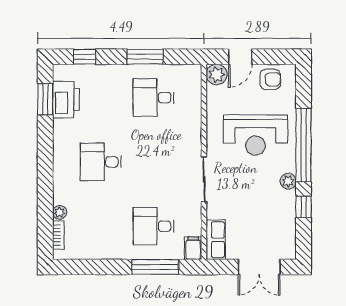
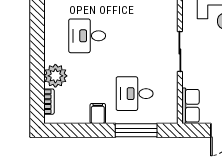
plant: (60, 212) -> (55, 76), width x1.88, depth x1.88
filing cabinet: (193, 248) -> (98, 113), moved

